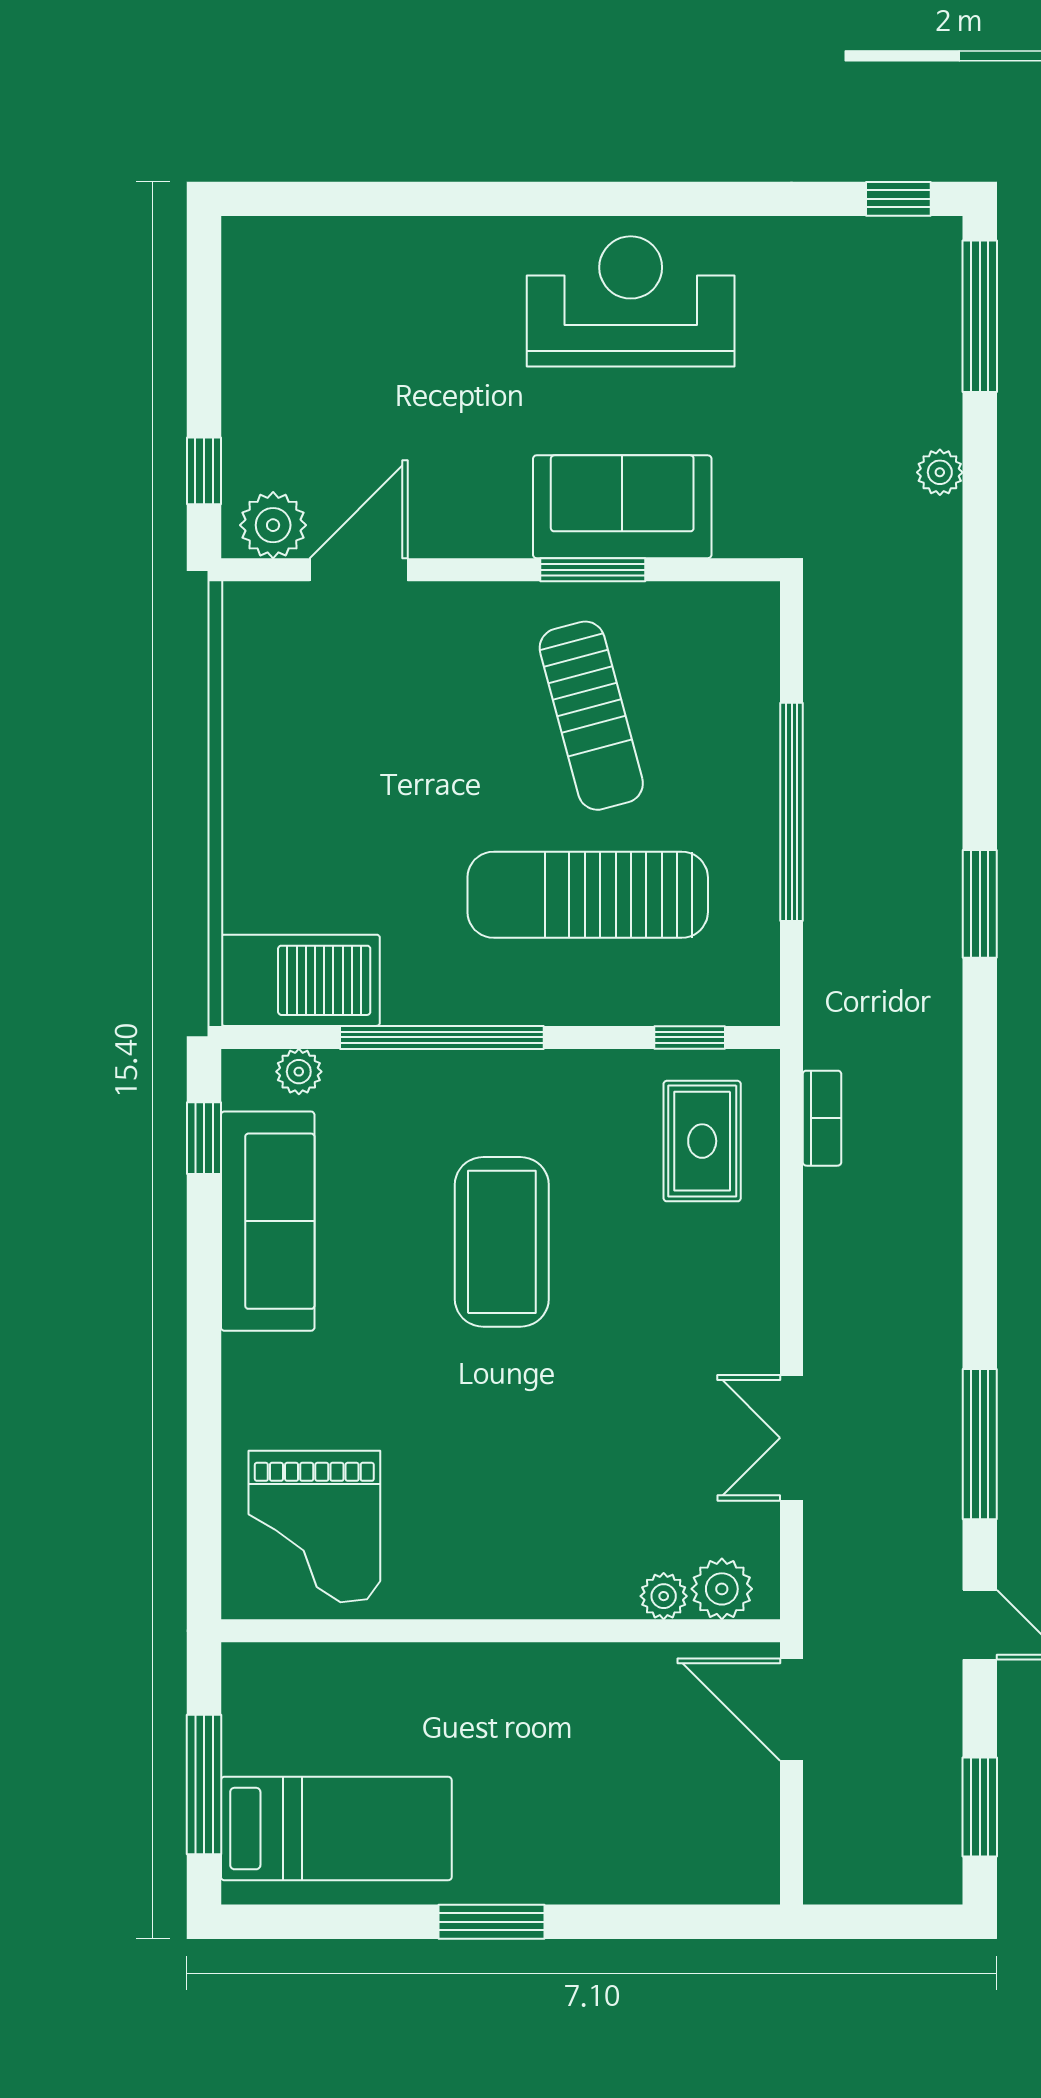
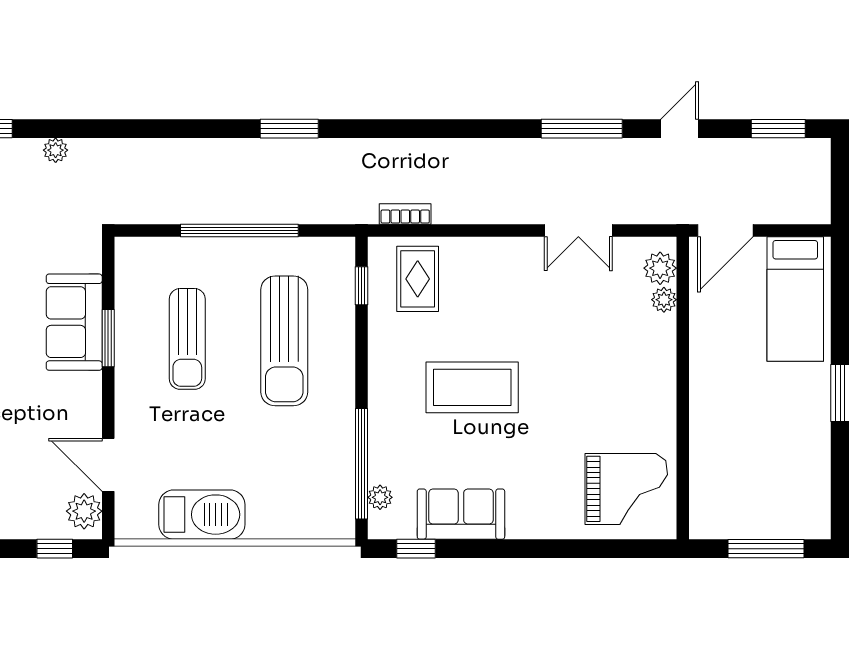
sun lounger: (591, 716) -> (187, 339), turned 105
barbecue: (300, 980) -> (202, 515), moved, turned 90
window: (442, 1037) -> (362, 464), moved
rug: (702, 1141) -> (418, 279), turned 90
sofa: (268, 1221) -> (461, 514), width x0.73
bed: (336, 1829) -> (795, 299), moved, turned 180

